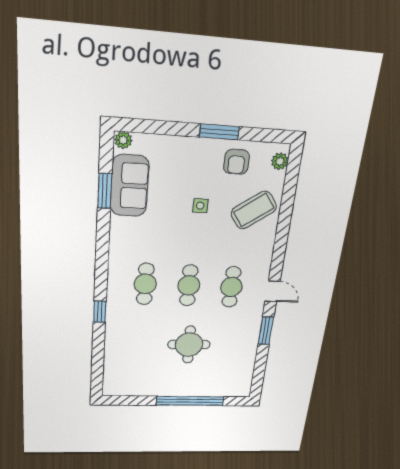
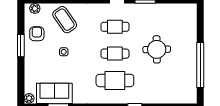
armchair: (236, 162) -> (37, 34), turned -90
cafe table: (145, 284) -> (115, 80), width x1.37, depth x1.35
window: (190, 401) -> (200, 65), moved

